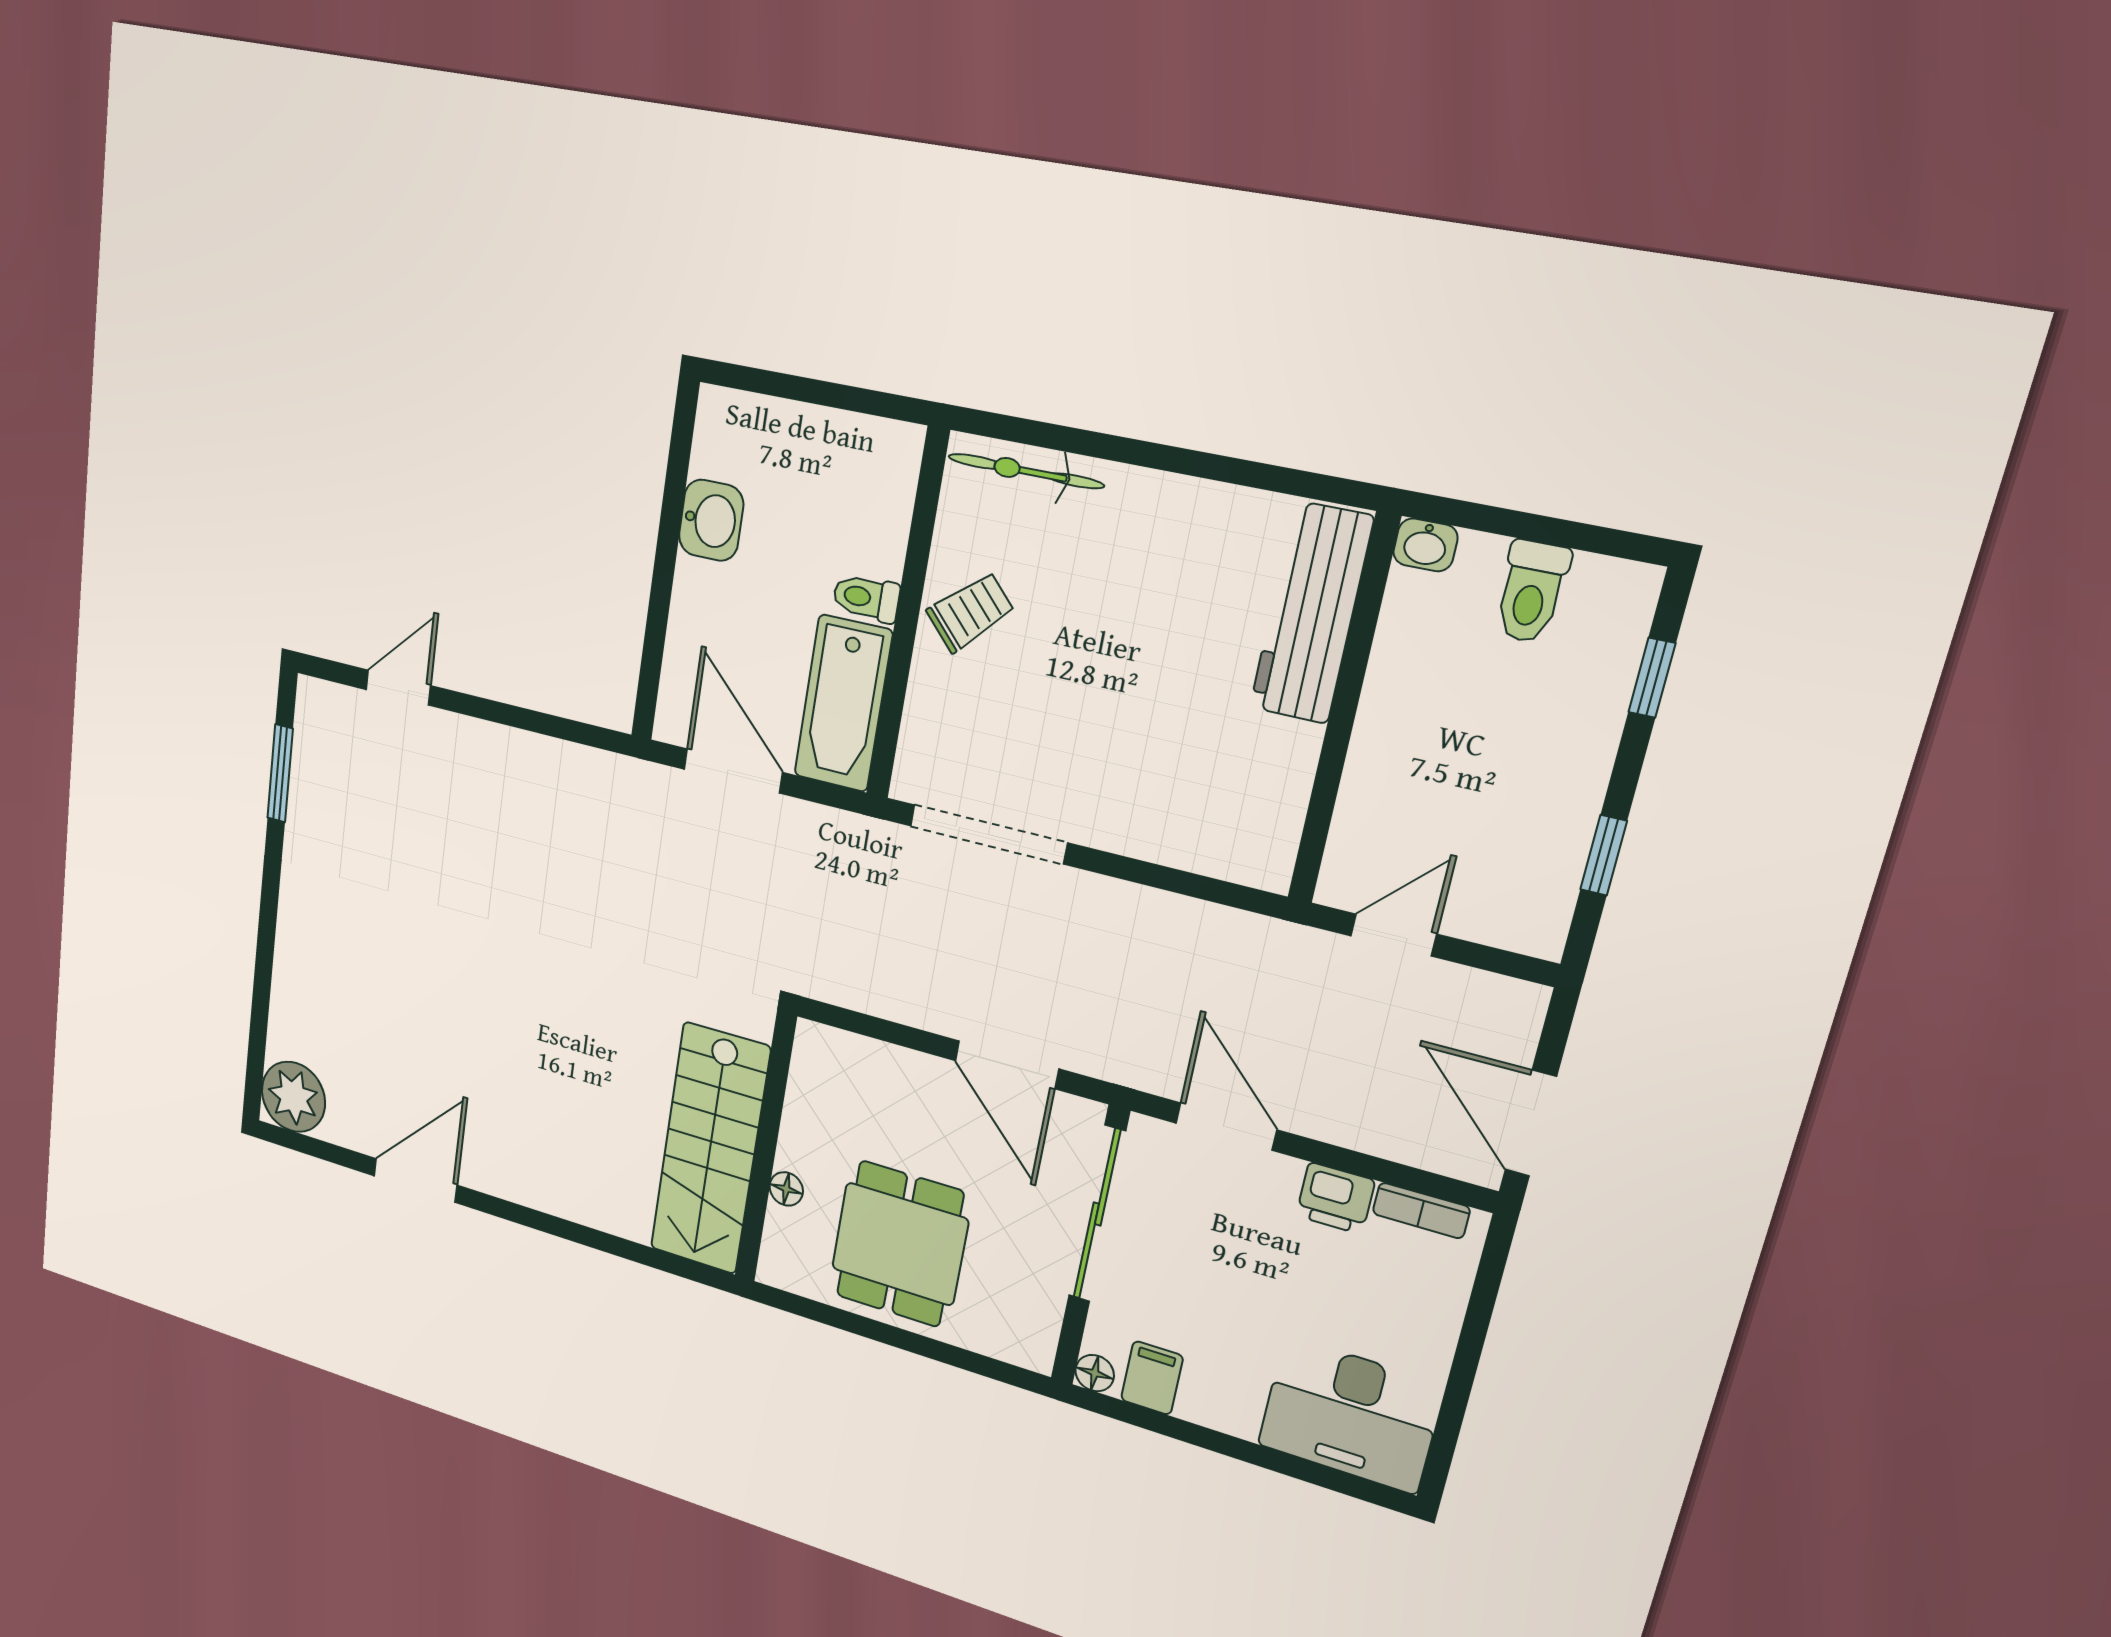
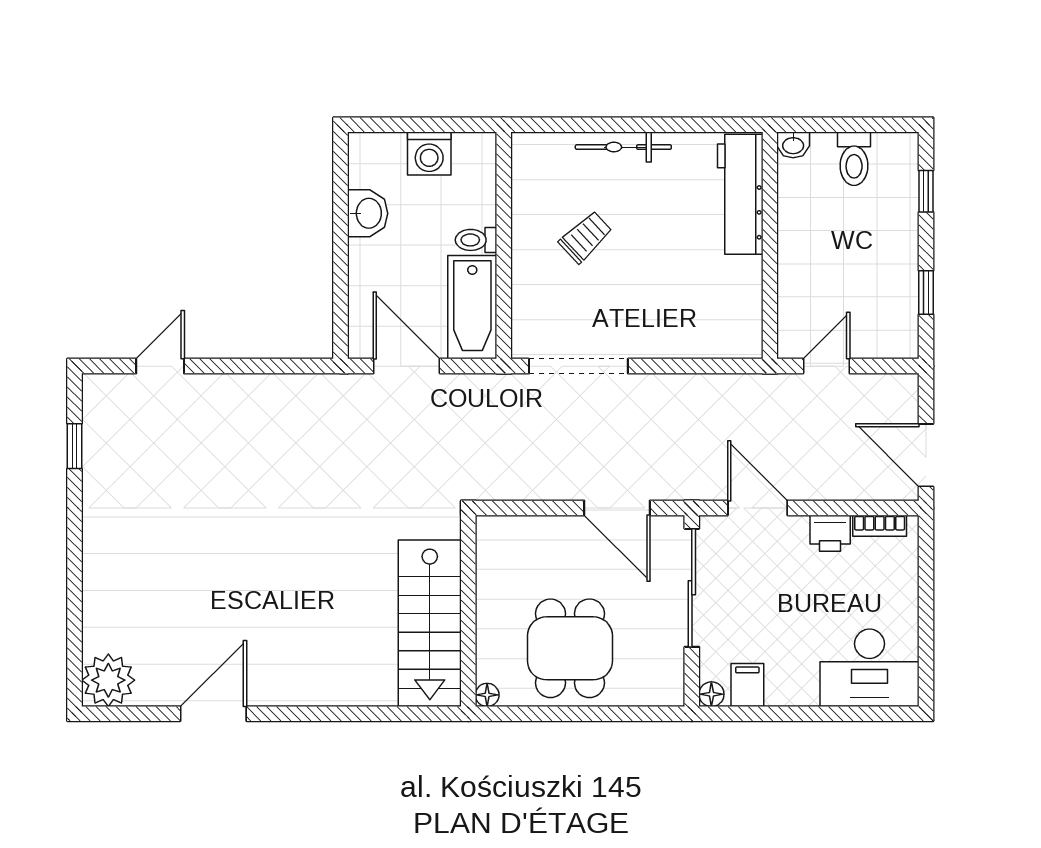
washing machine: (817, 441) -> (429, 153), added
bicycle: (1026, 471) -> (623, 147), moved
trolley: (970, 612) -> (586, 237), moved
window: (280, 773) -> (74, 446), width x0.67
floor lamp: (786, 1189) -> (487, 695), moved

